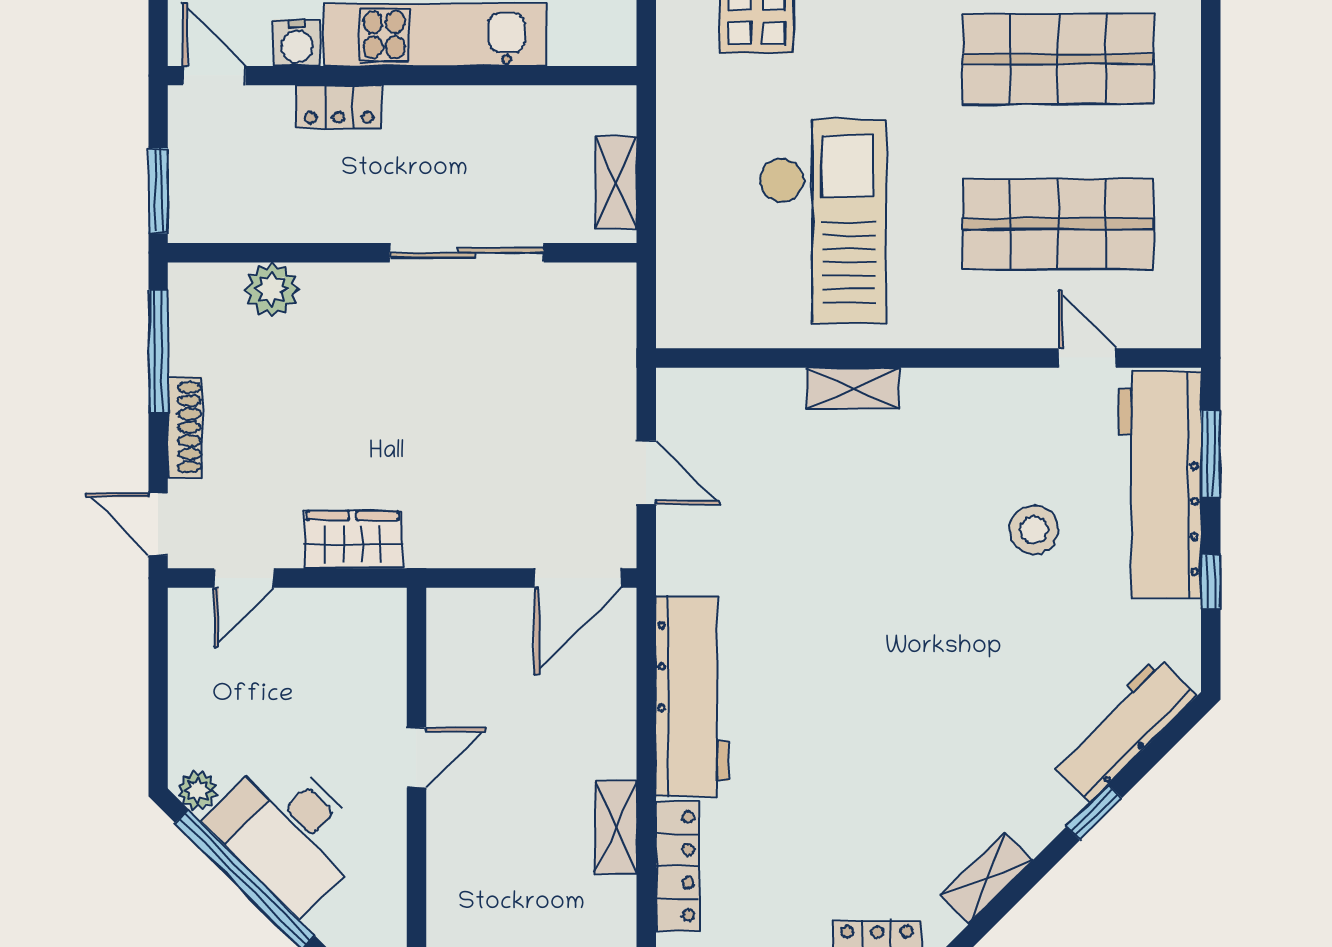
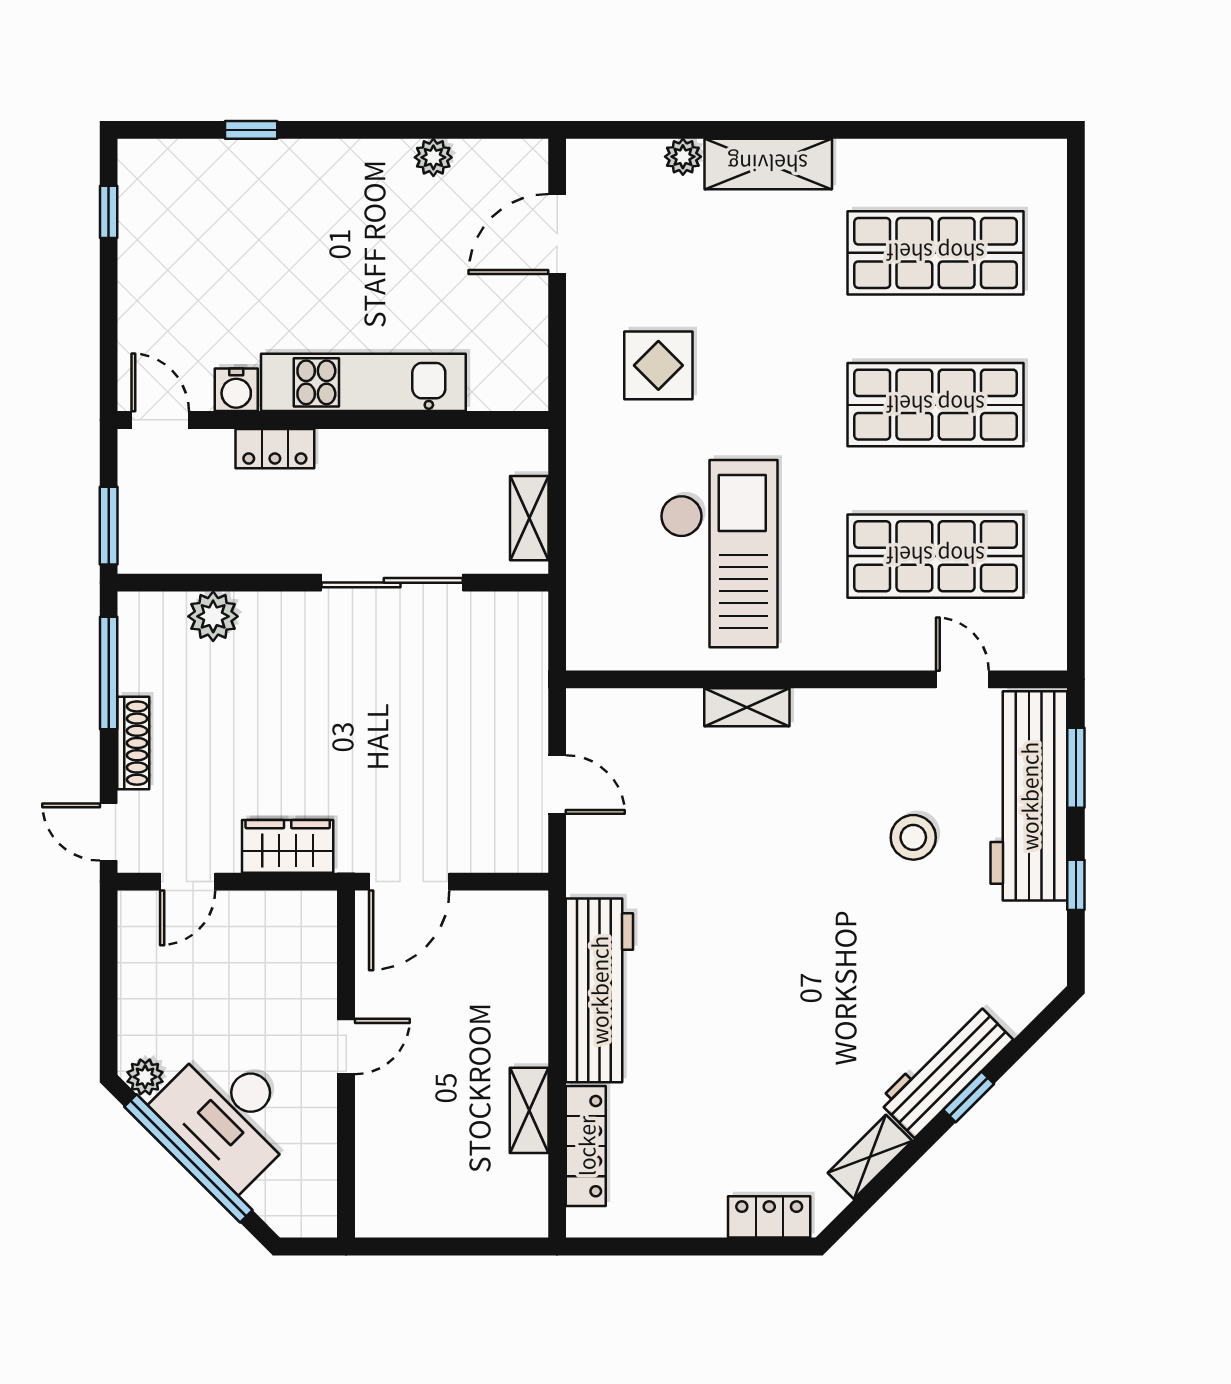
door: (578, 578) -> (409, 882), moved
workbench: (1123, 729) -> (946, 1070), moved

